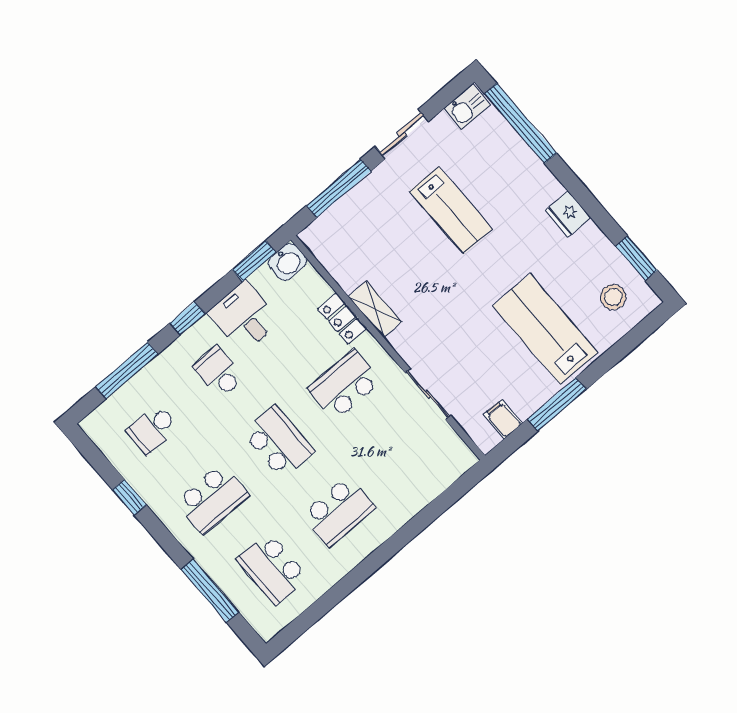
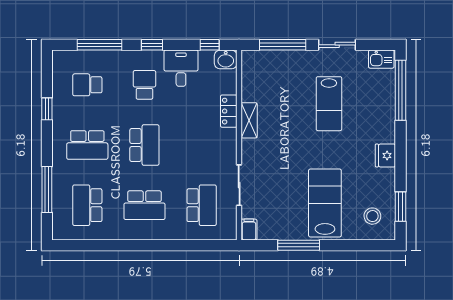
window: (254, 261) -> (210, 45), width x0.67
school desk: (345, 385) -> (202, 205), moved, turned 90
filing cabinet: (503, 419) -> (249, 230), moved

